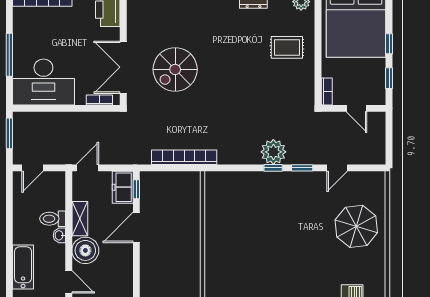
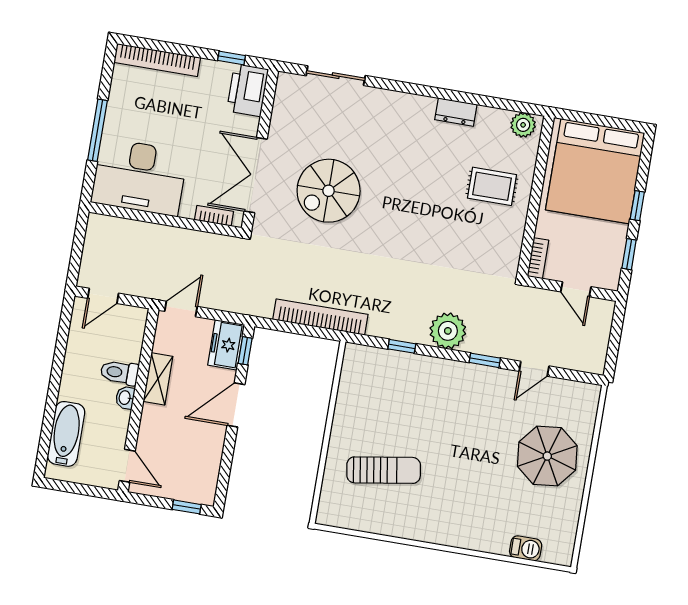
window: (9, 133) -> (79, 241), removed
window: (273, 168) -> (402, 346), moved
boiler: (85, 250) -> (158, 425), removed
sun lounger: (245, 255) -> (384, 470), added

